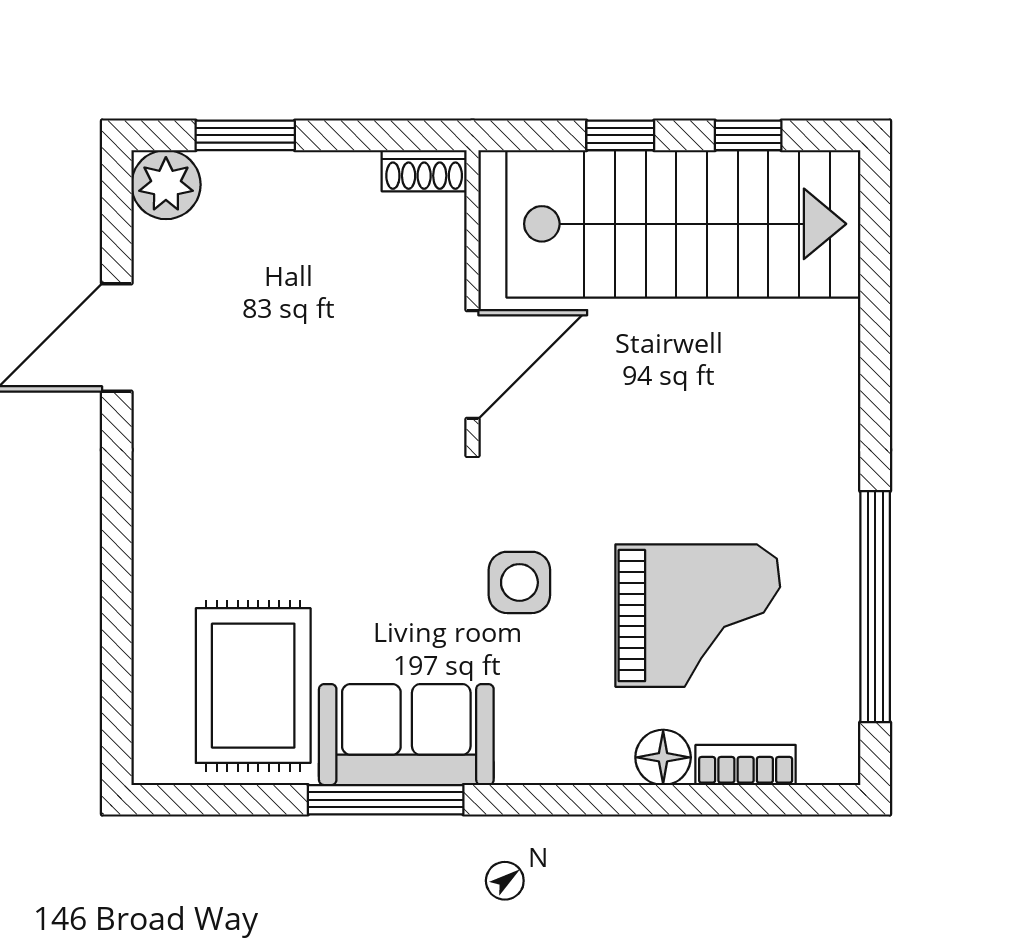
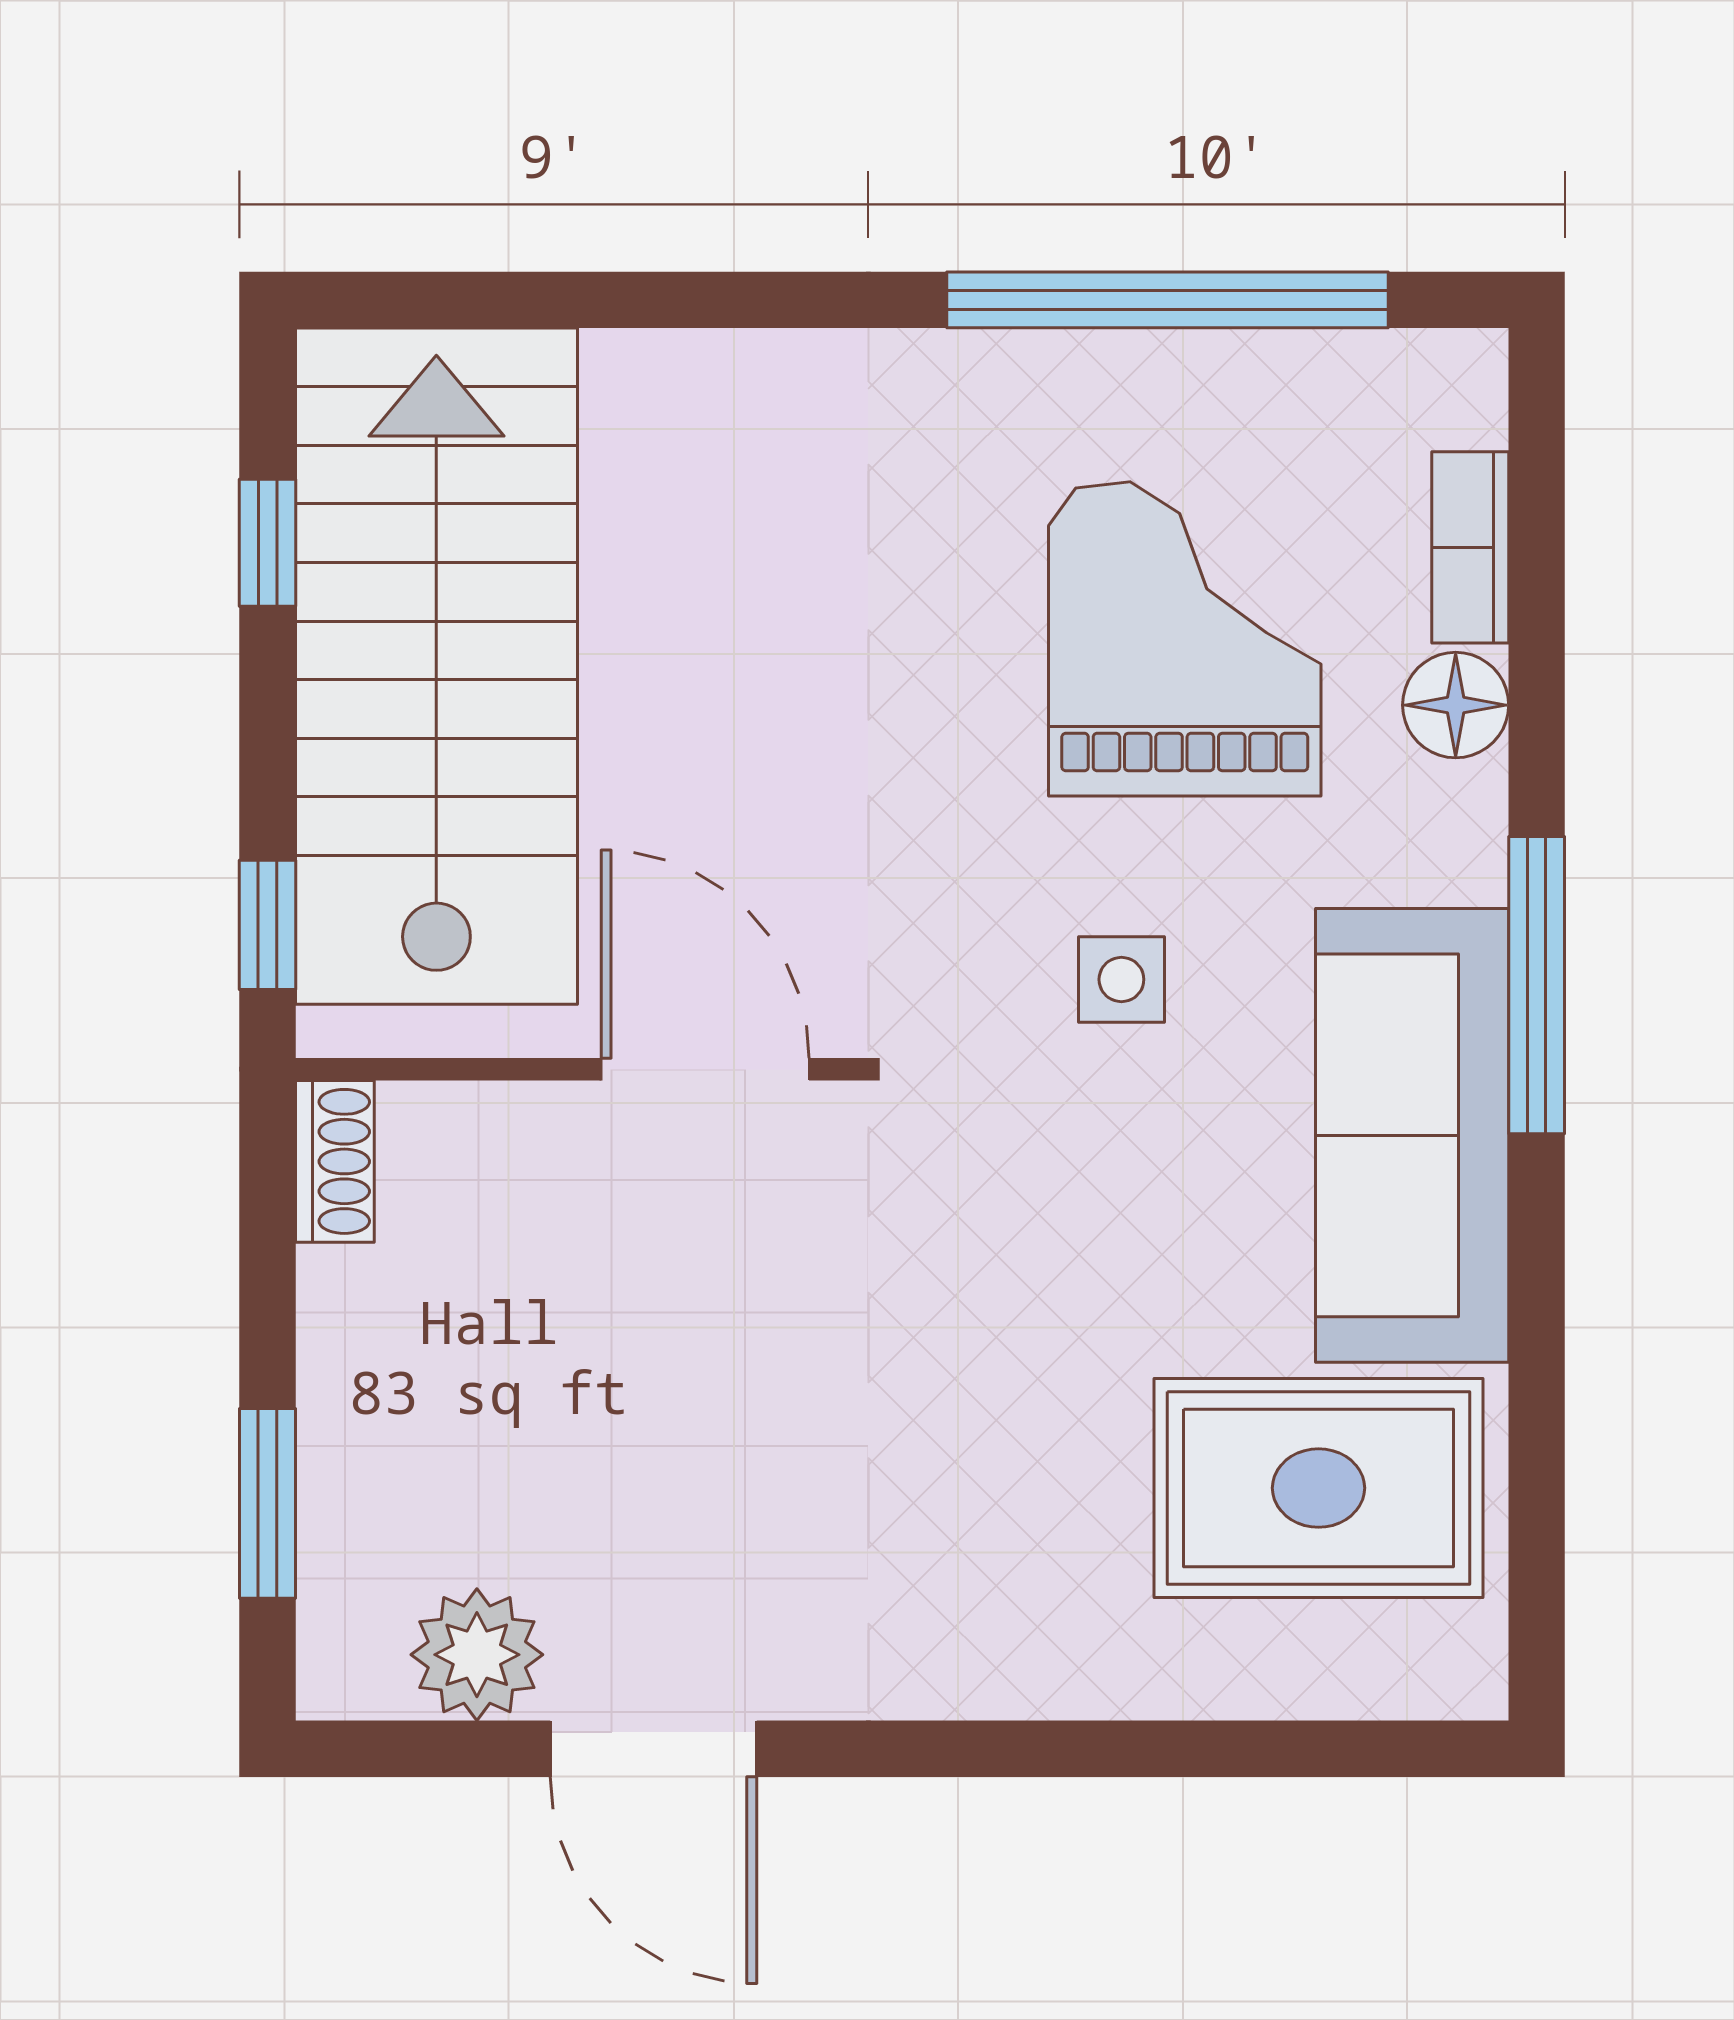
window: (620, 135) -> (267, 925), moved
plant: (166, 185) -> (477, 1655), moved
side table: (519, 582) -> (1121, 979), width x0.73, depth x0.73
sofa: (406, 735) -> (1412, 1135), width x1.36
window: (386, 800) -> (1537, 985), moved

